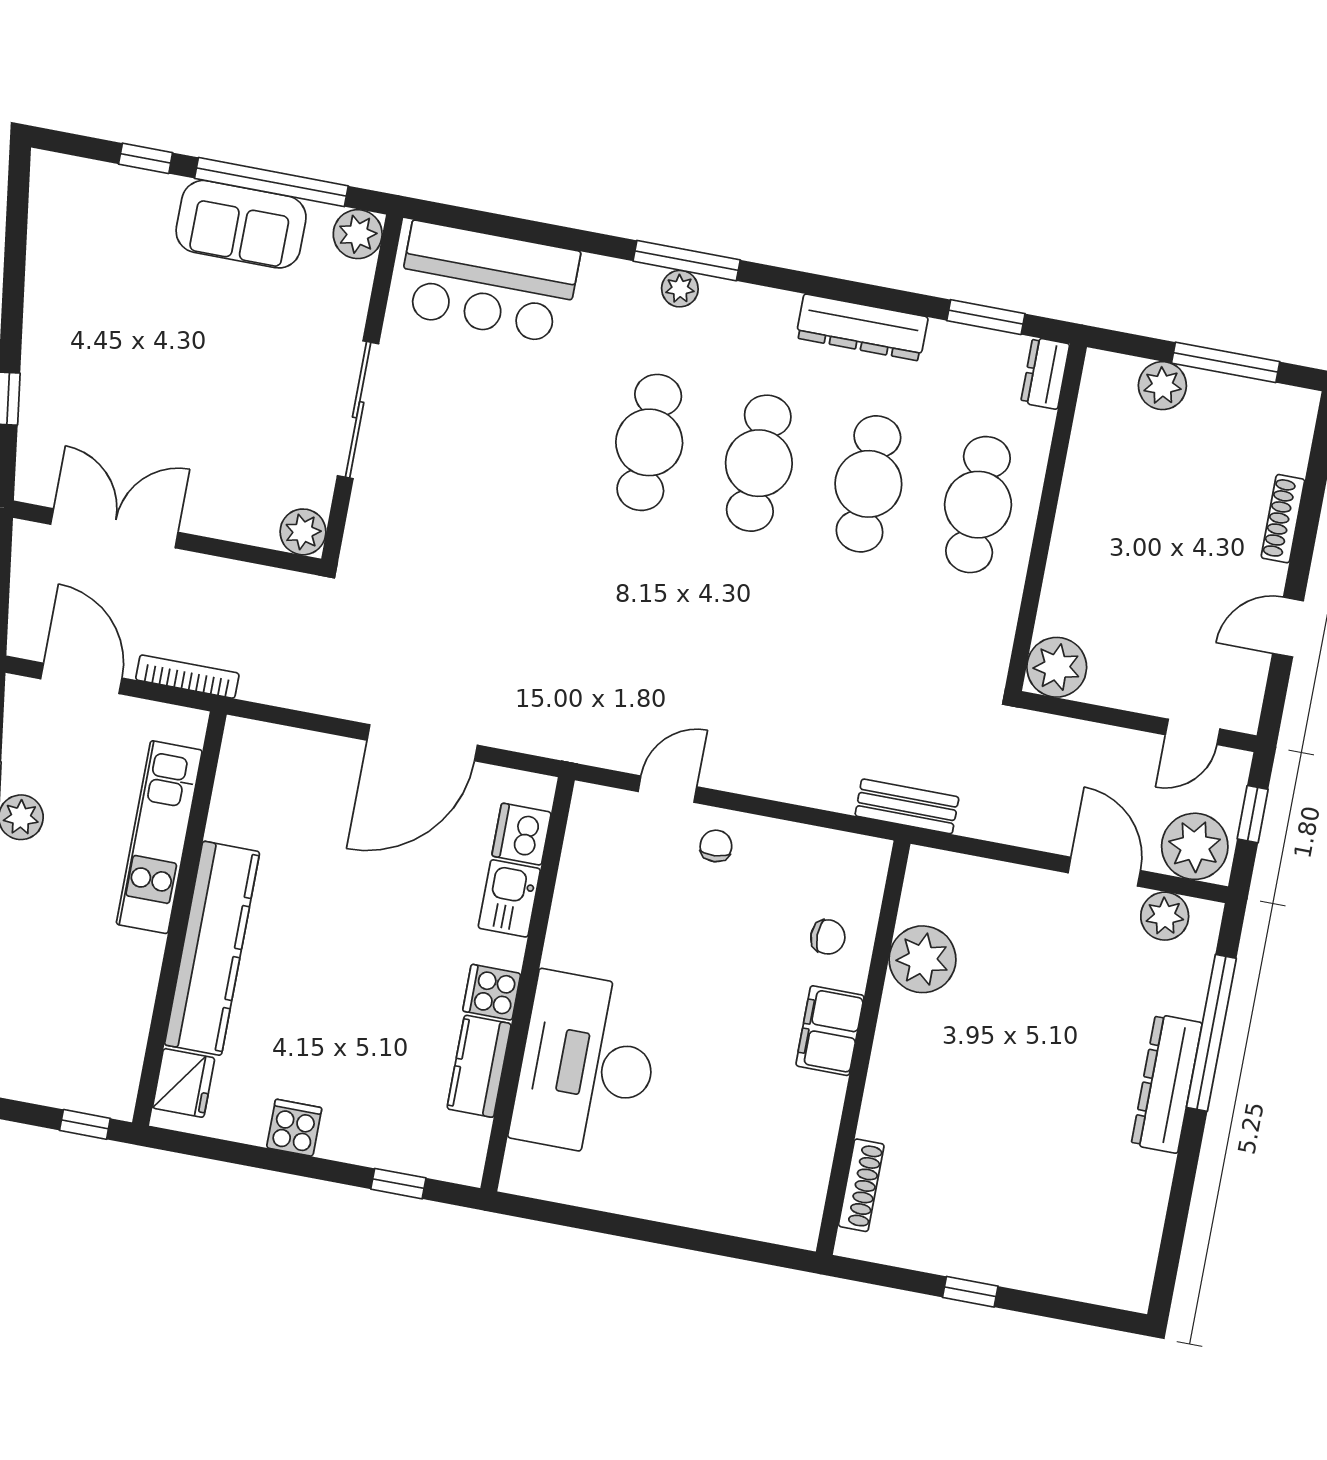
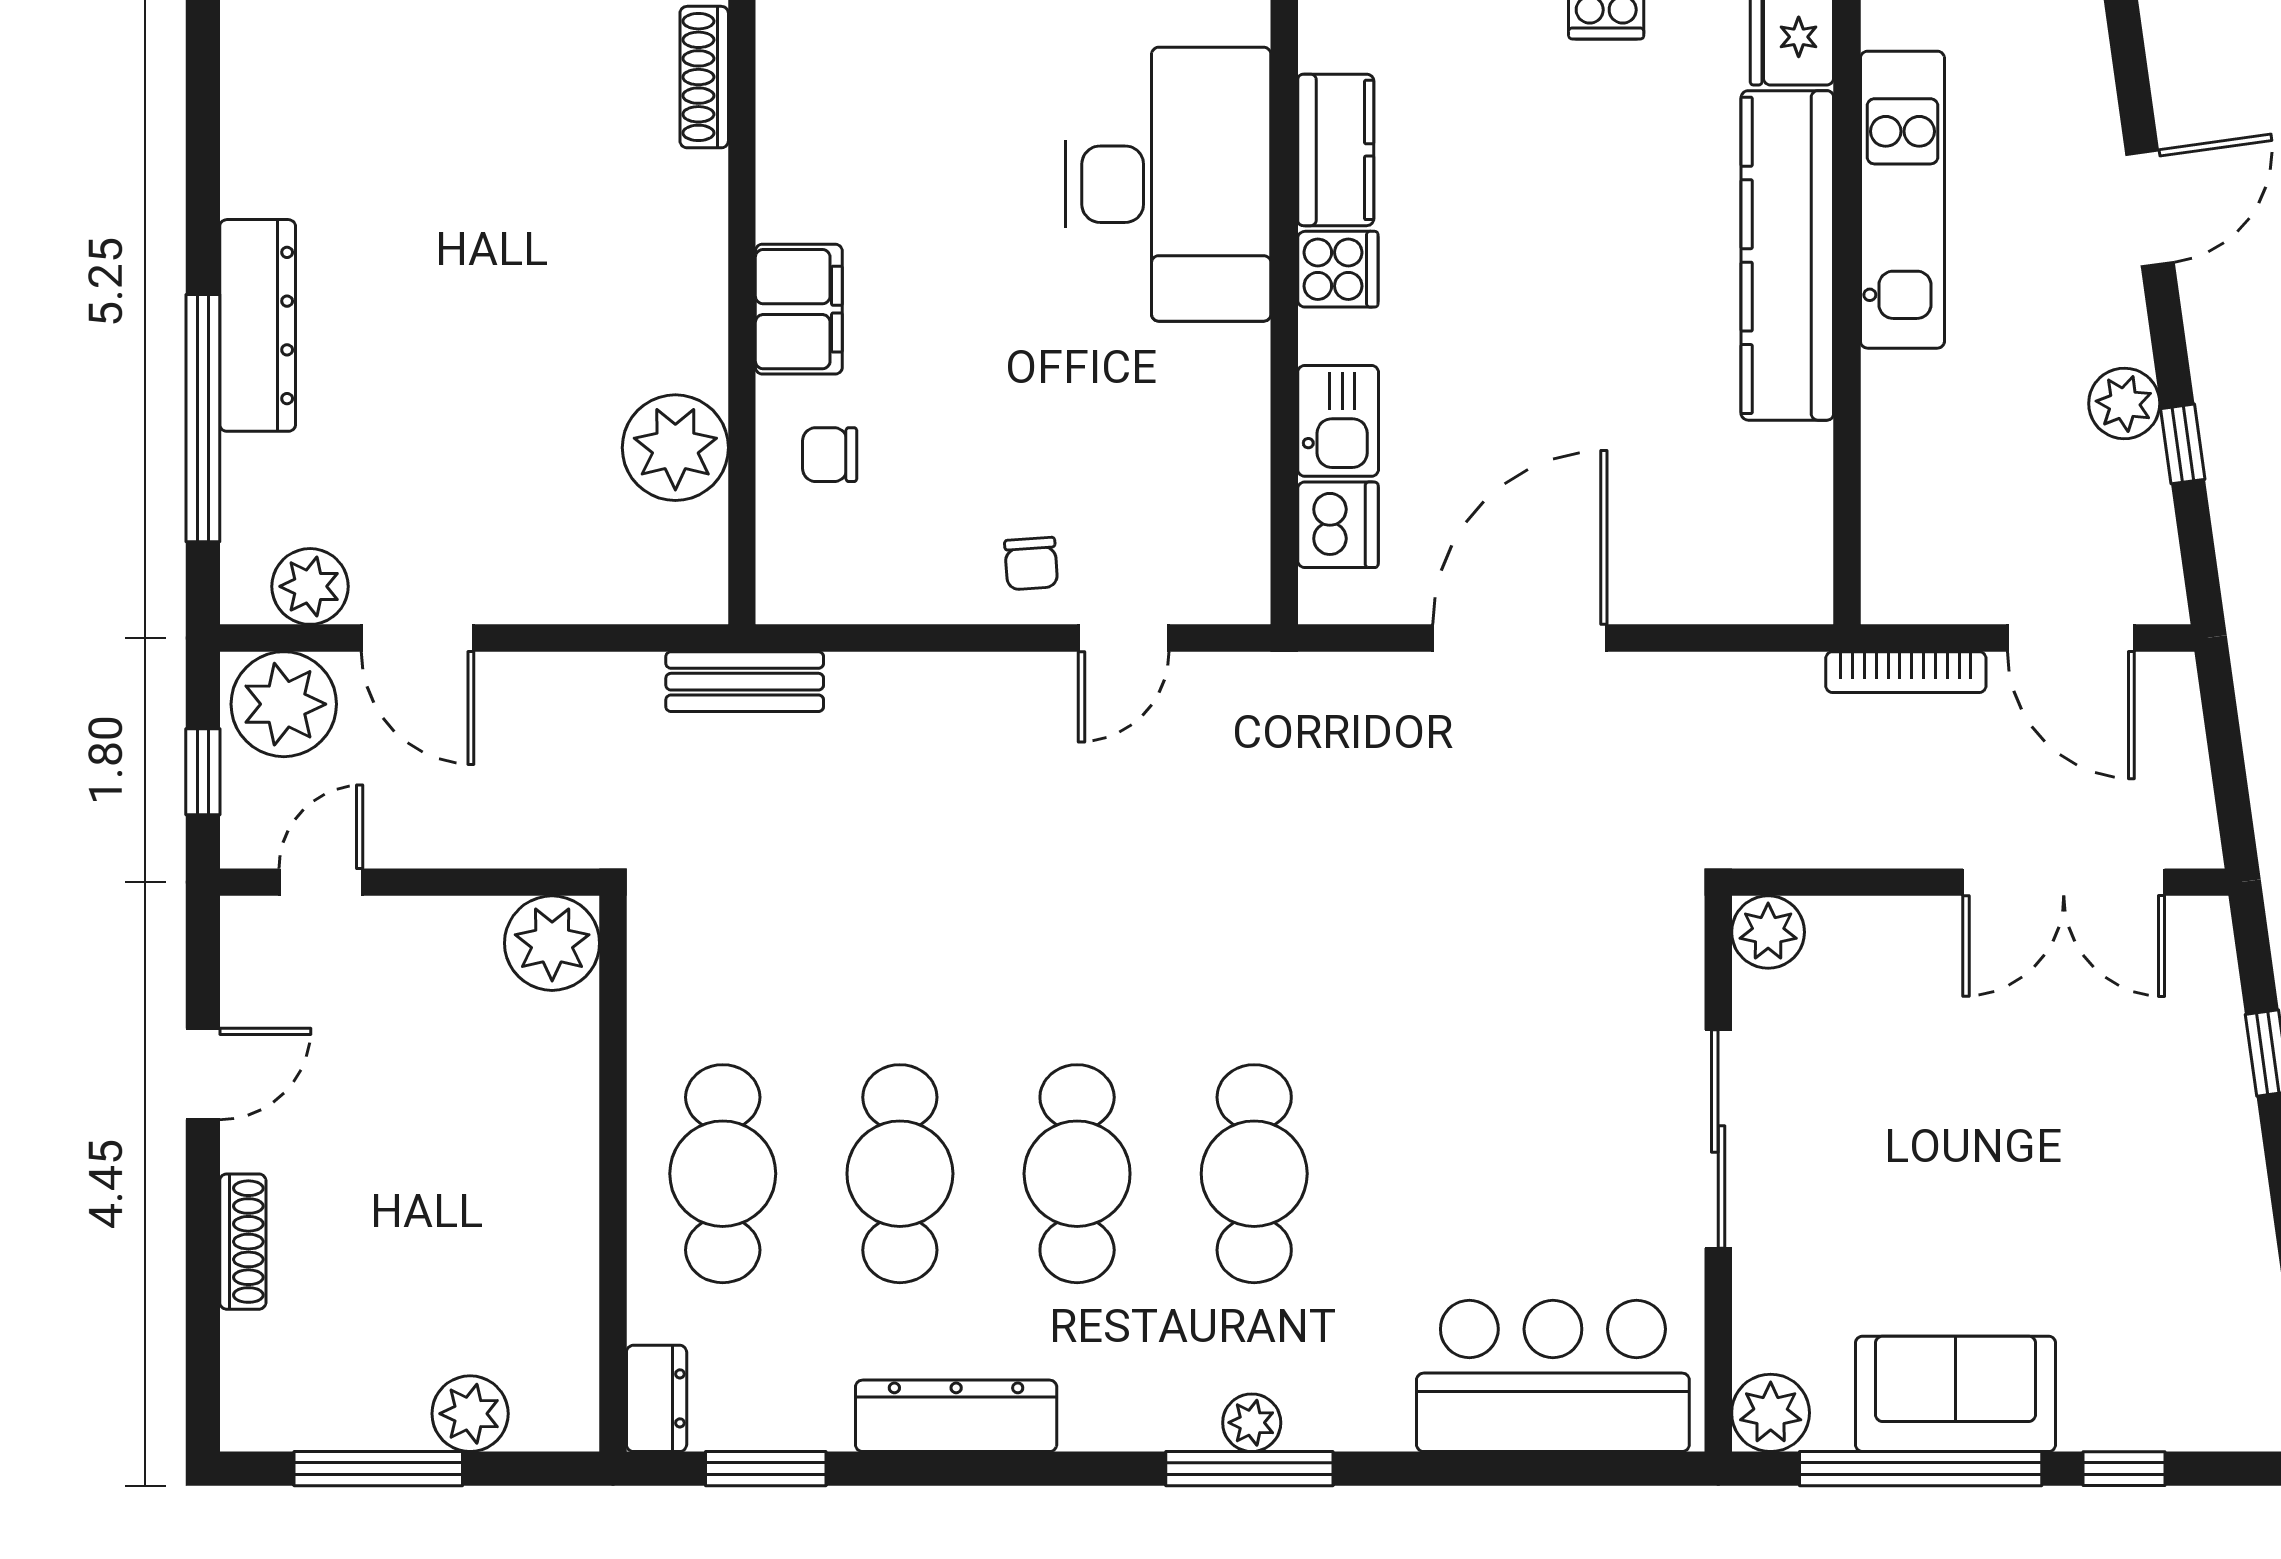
kitchen unit: (159, 837) -> (1902, 200), moved

